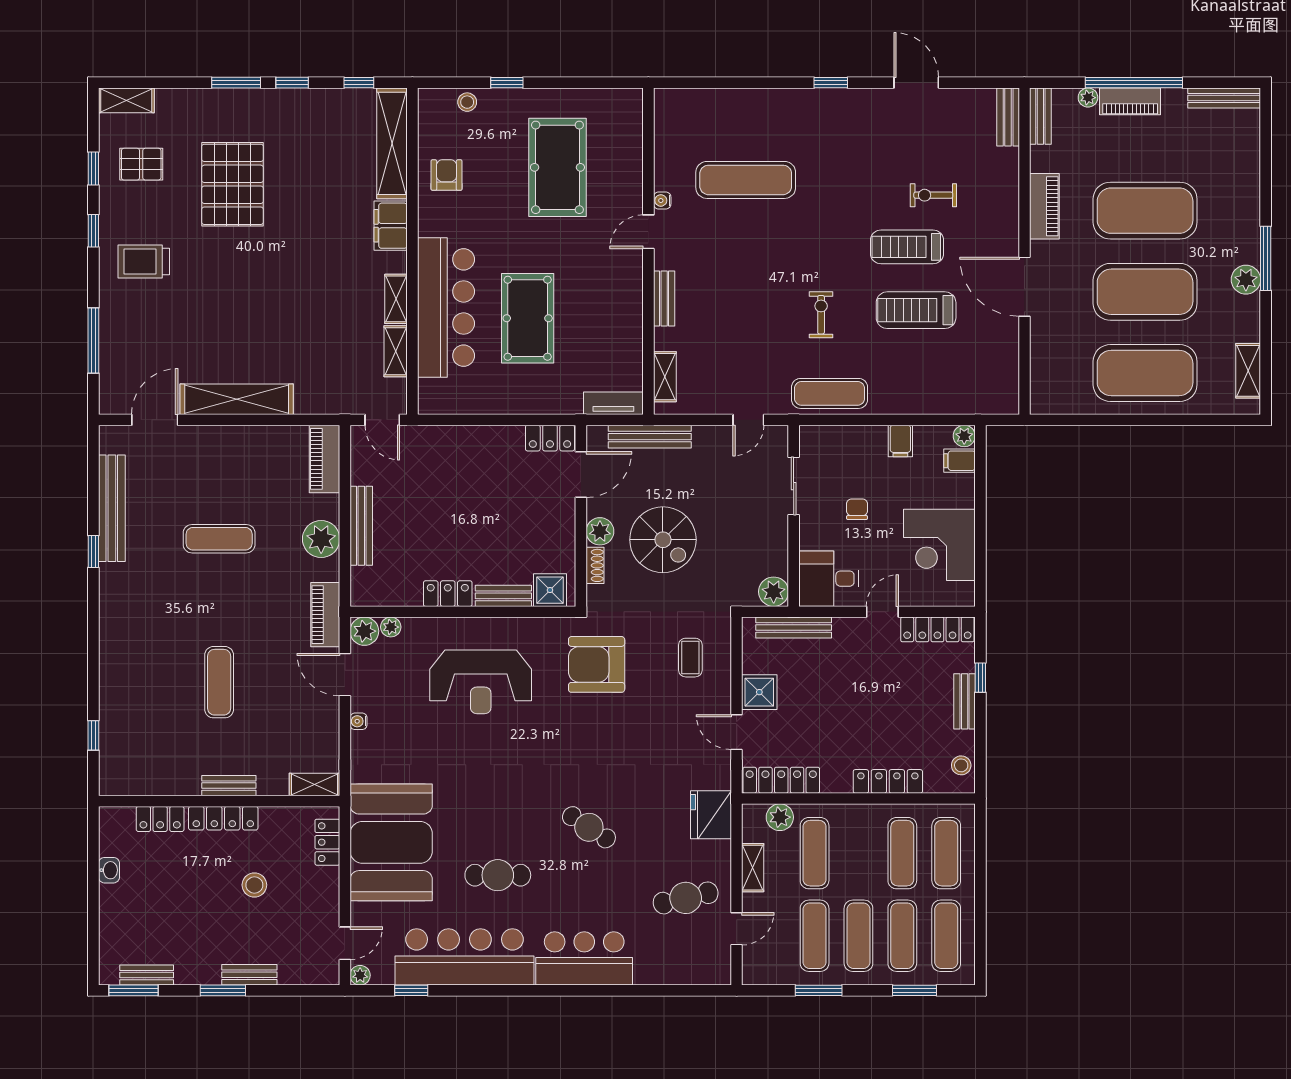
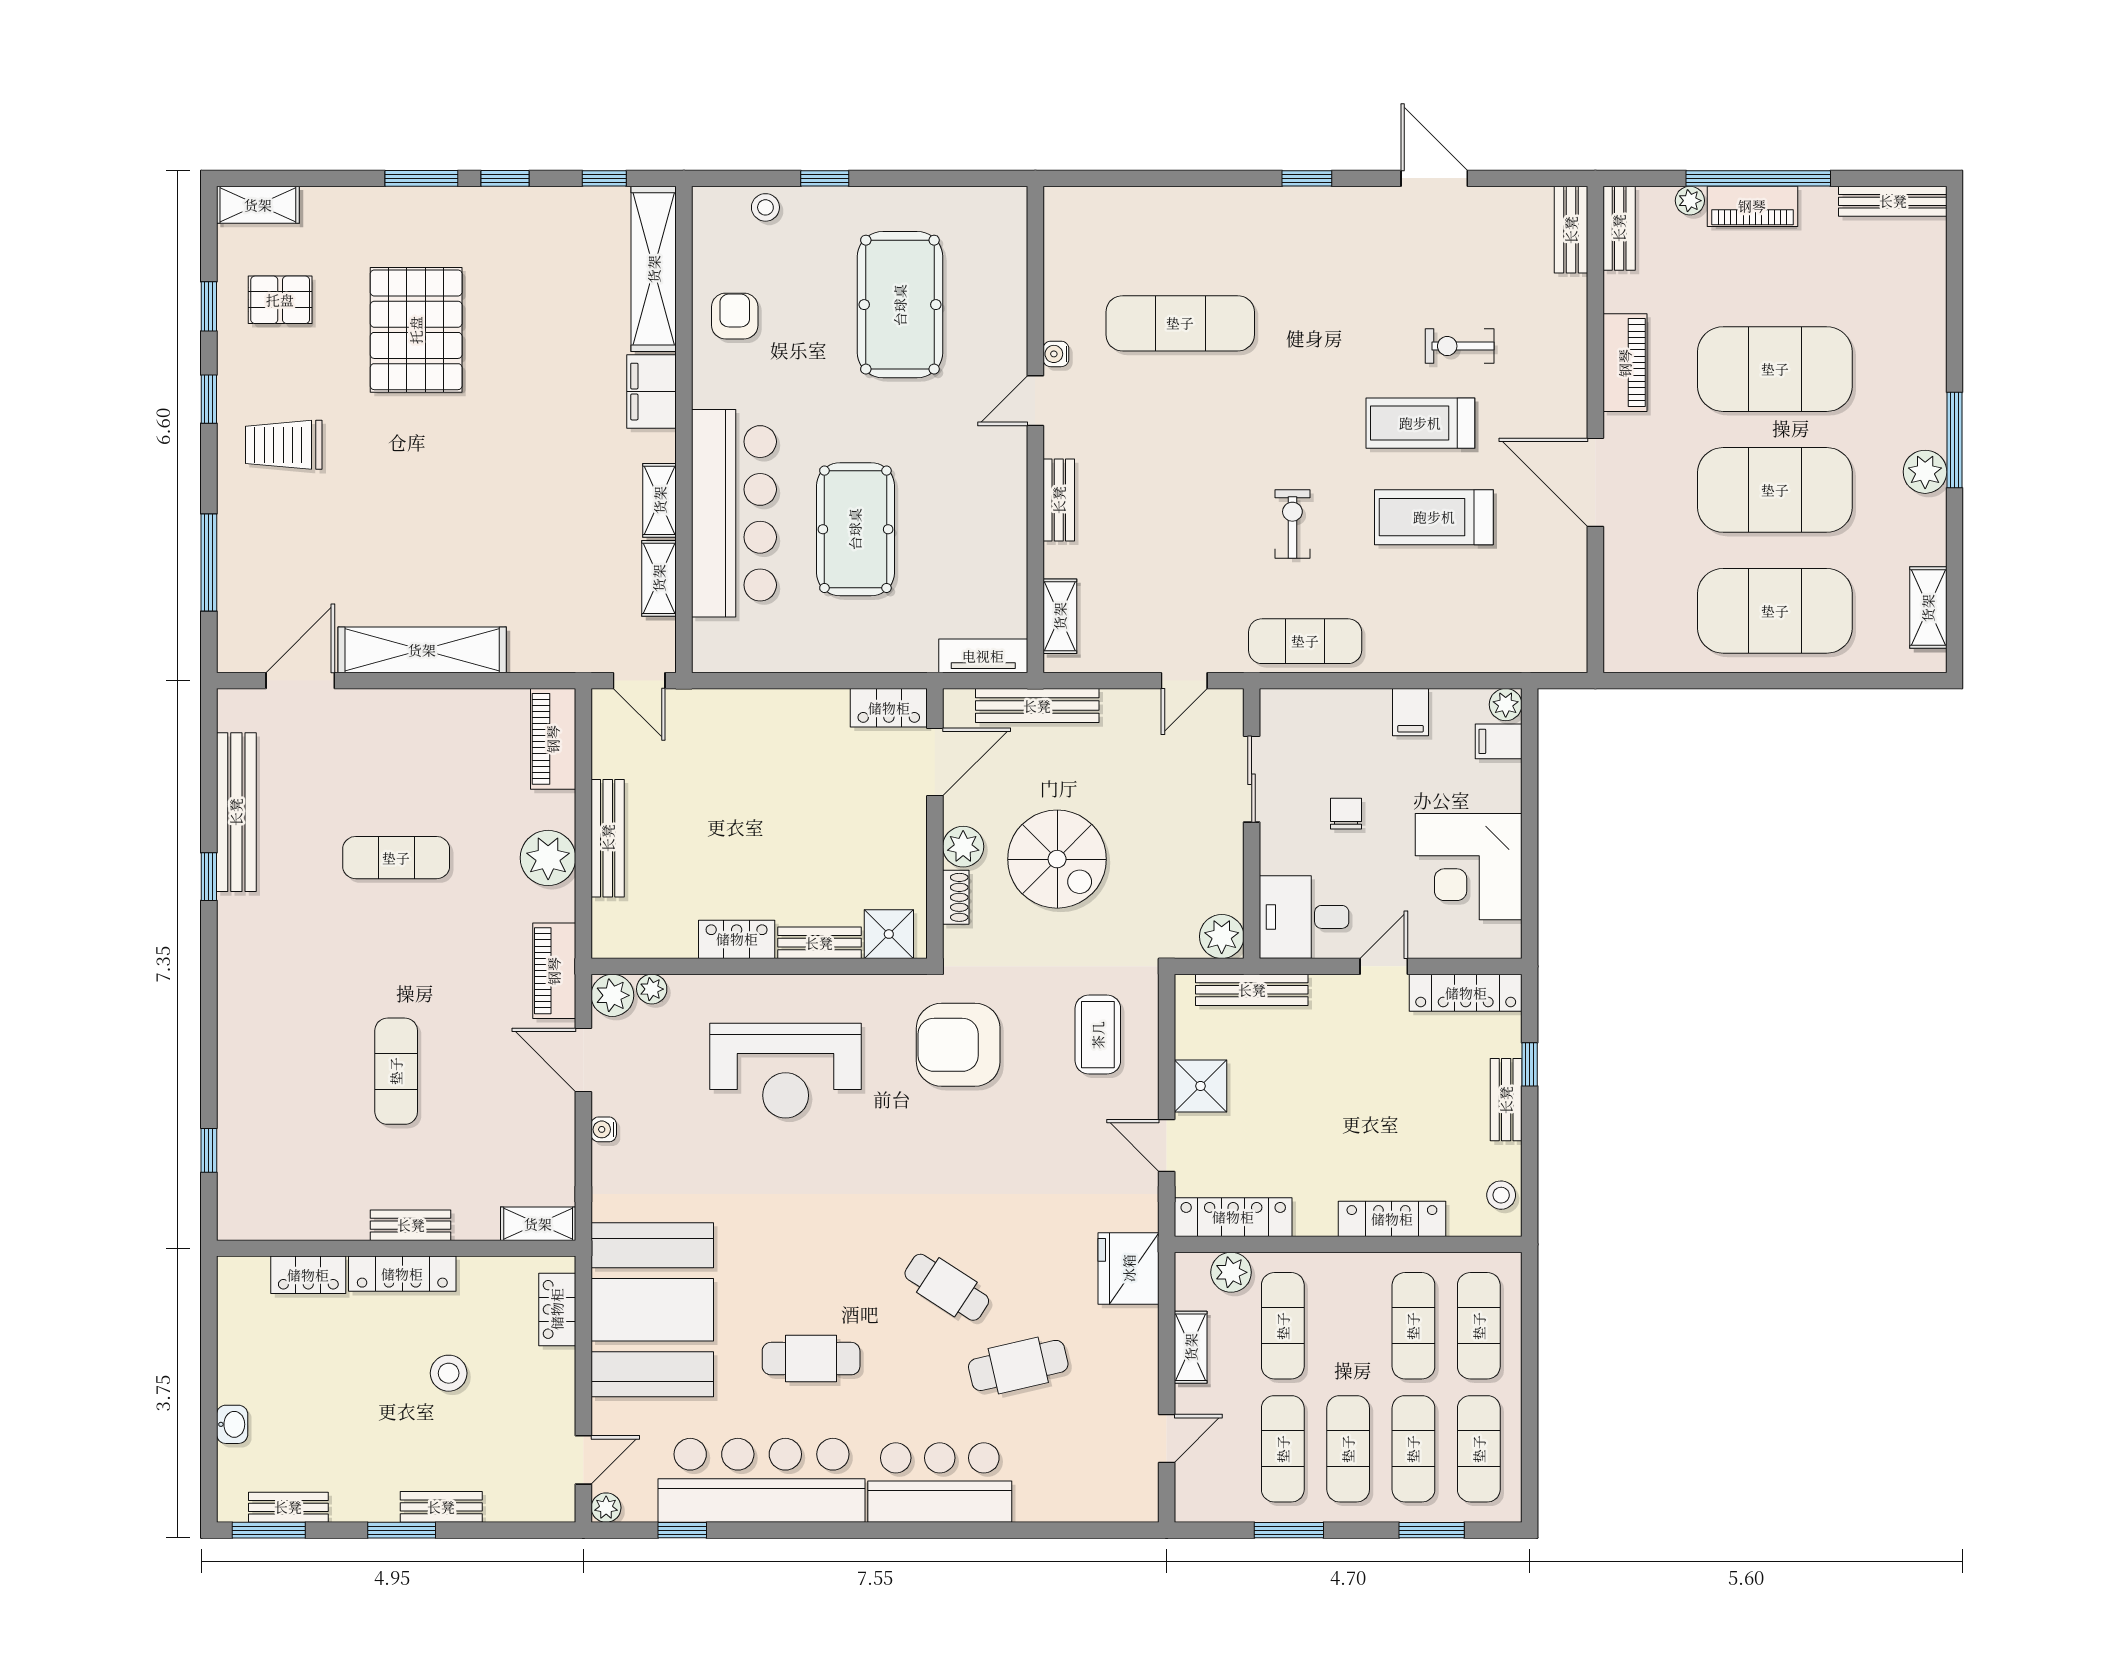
coffee table: (690, 658) -> (1098, 1035), width x1.36, depth x1.30
washbasin: (109, 870) -> (232, 1424), moved
cafe table: (686, 898) -> (1018, 1365), moved

